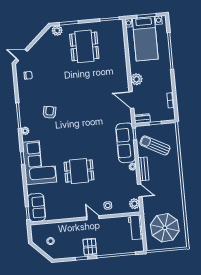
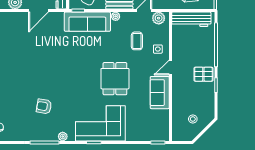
coffee table: (113, 187) -> (137, 41), added
sofa: (36, 207) -> (160, 93), moved, turned -90
workbench: (136, 227) -> (191, 19), width x1.38

